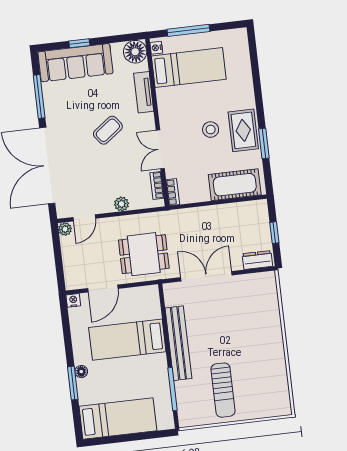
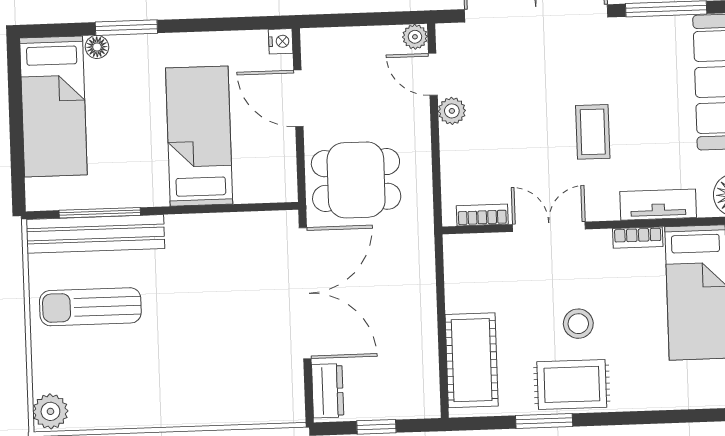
coffee table: (108, 130) -> (593, 132), turned 37
bookcase: (173, 192) -> (638, 238), moved
plant: (121, 204) -> (452, 111), moved
dining table: (144, 254) -> (356, 180), turned 90
double door: (206, 276) -> (305, 293), width x1.36
bench: (178, 343) -> (95, 234), moved
floor lamp: (81, 372) -> (97, 47), moved
plant: (280, 407) -> (50, 411), added

